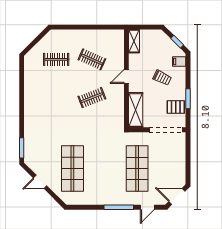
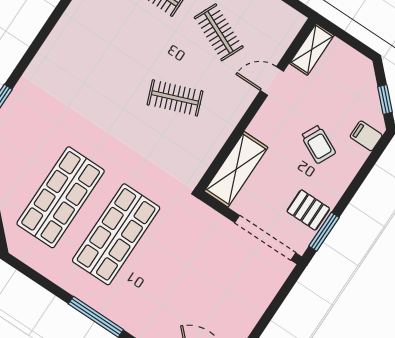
door: (126, 76) -> (272, 81), moved
window: (188, 99) -> (324, 232), moved
shop shelf: (137, 168) -> (116, 234), moved

